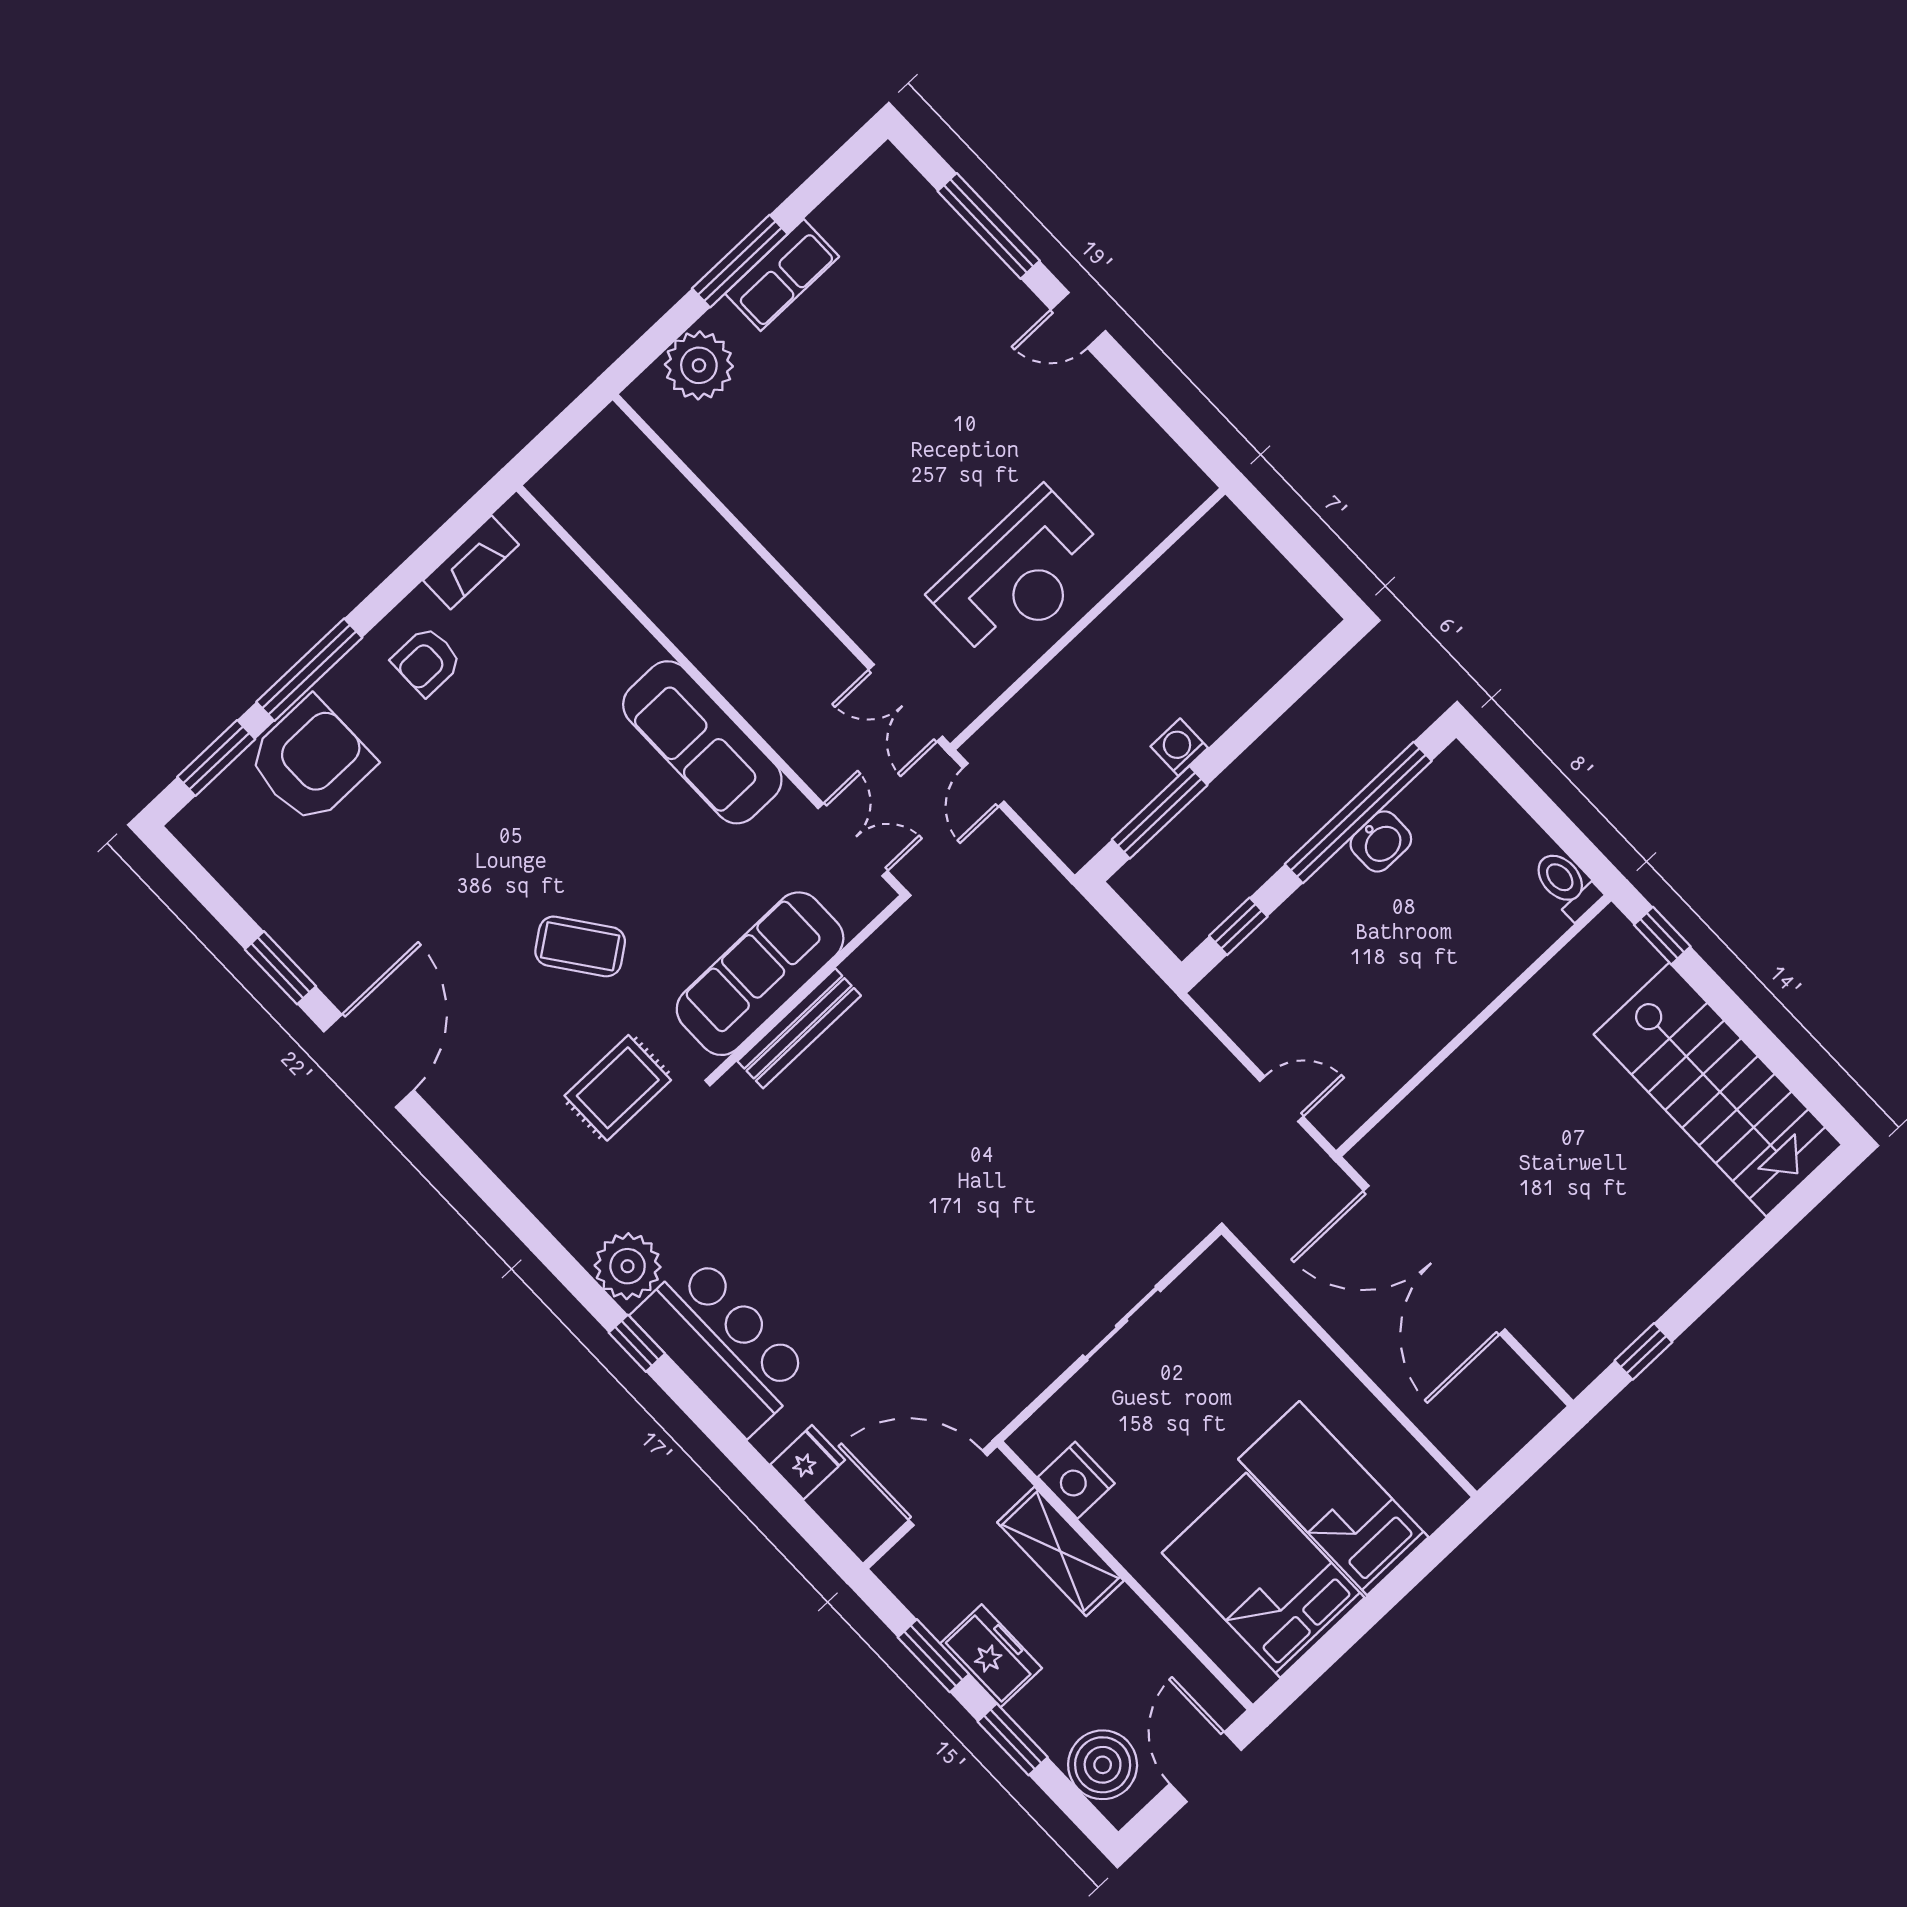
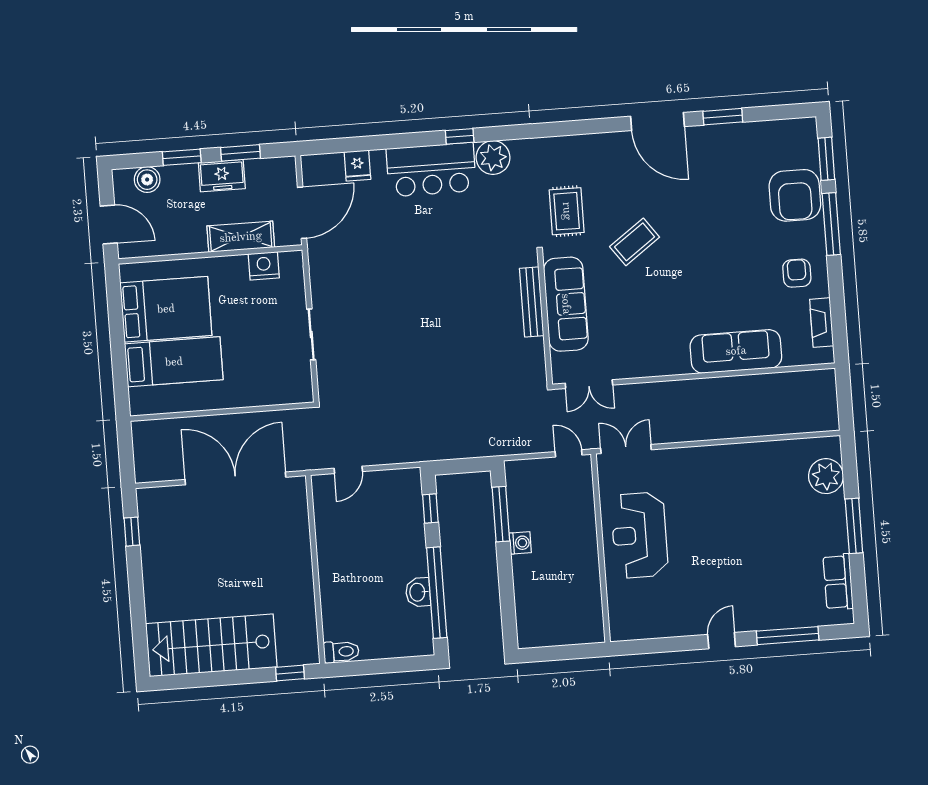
row of seats: (782, 275) -> (838, 582), moved
sofa: (702, 742) -> (736, 351), moved
boiler: (1103, 1765) -> (147, 180), width x0.73, depth x0.73

